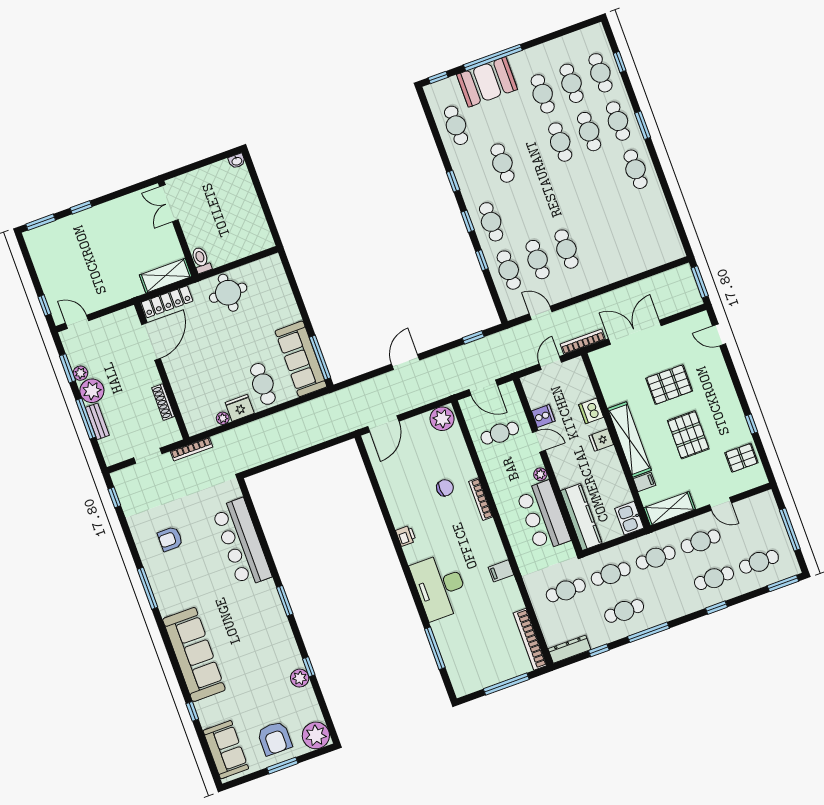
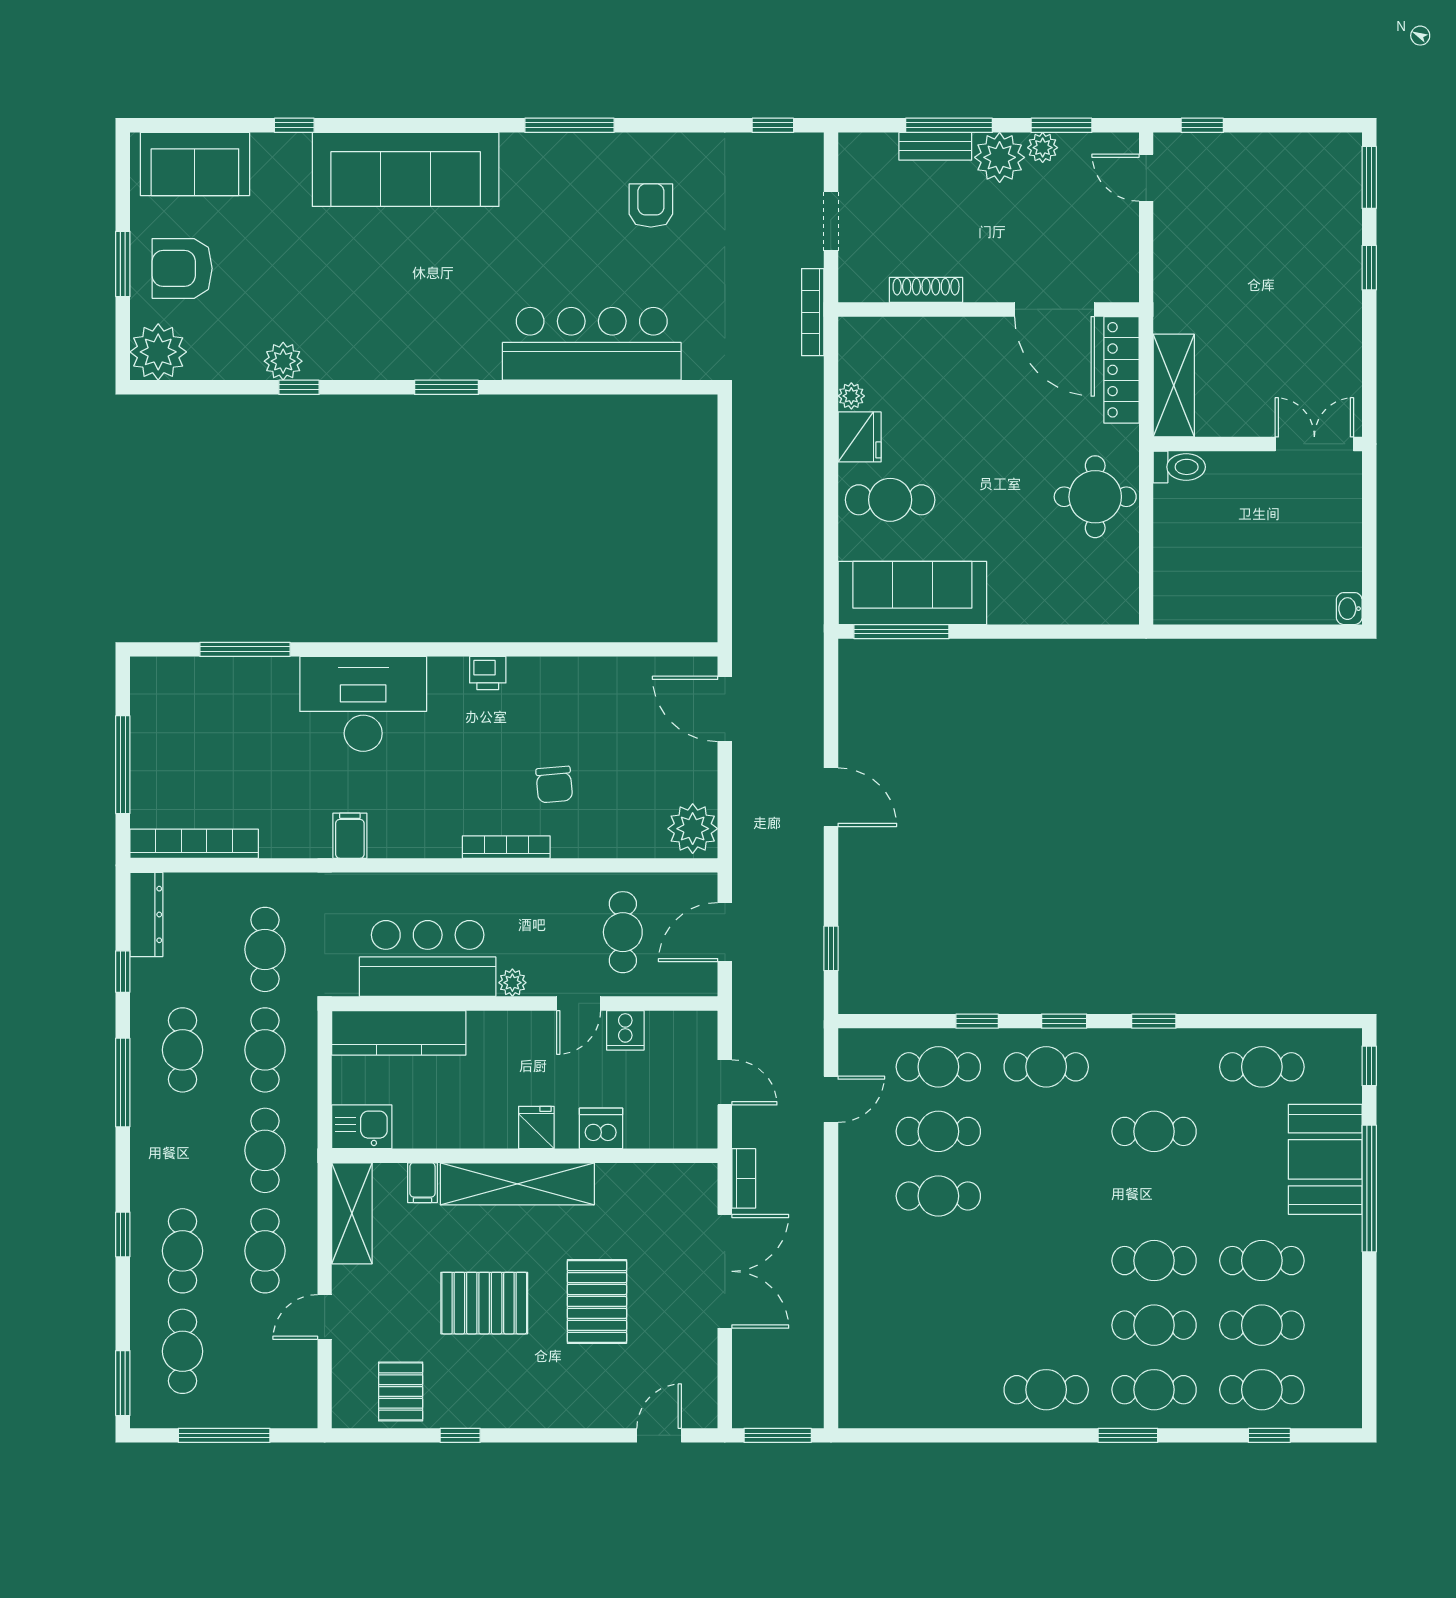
door: (77, 322) -> (1146, 178), swing flipped
bookcase: (583, 342) -> (744, 1178), width x0.64

